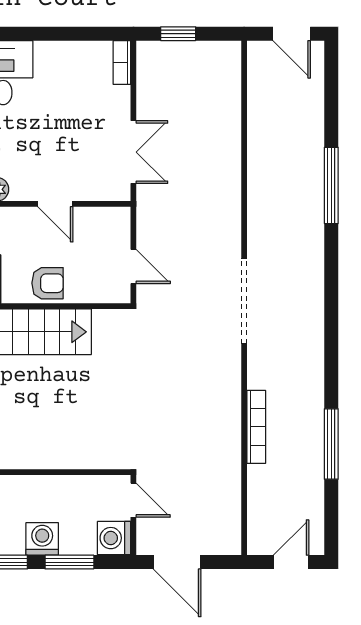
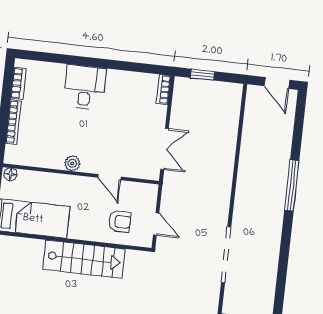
armchair: (48, 283) -> (120, 221), moved

